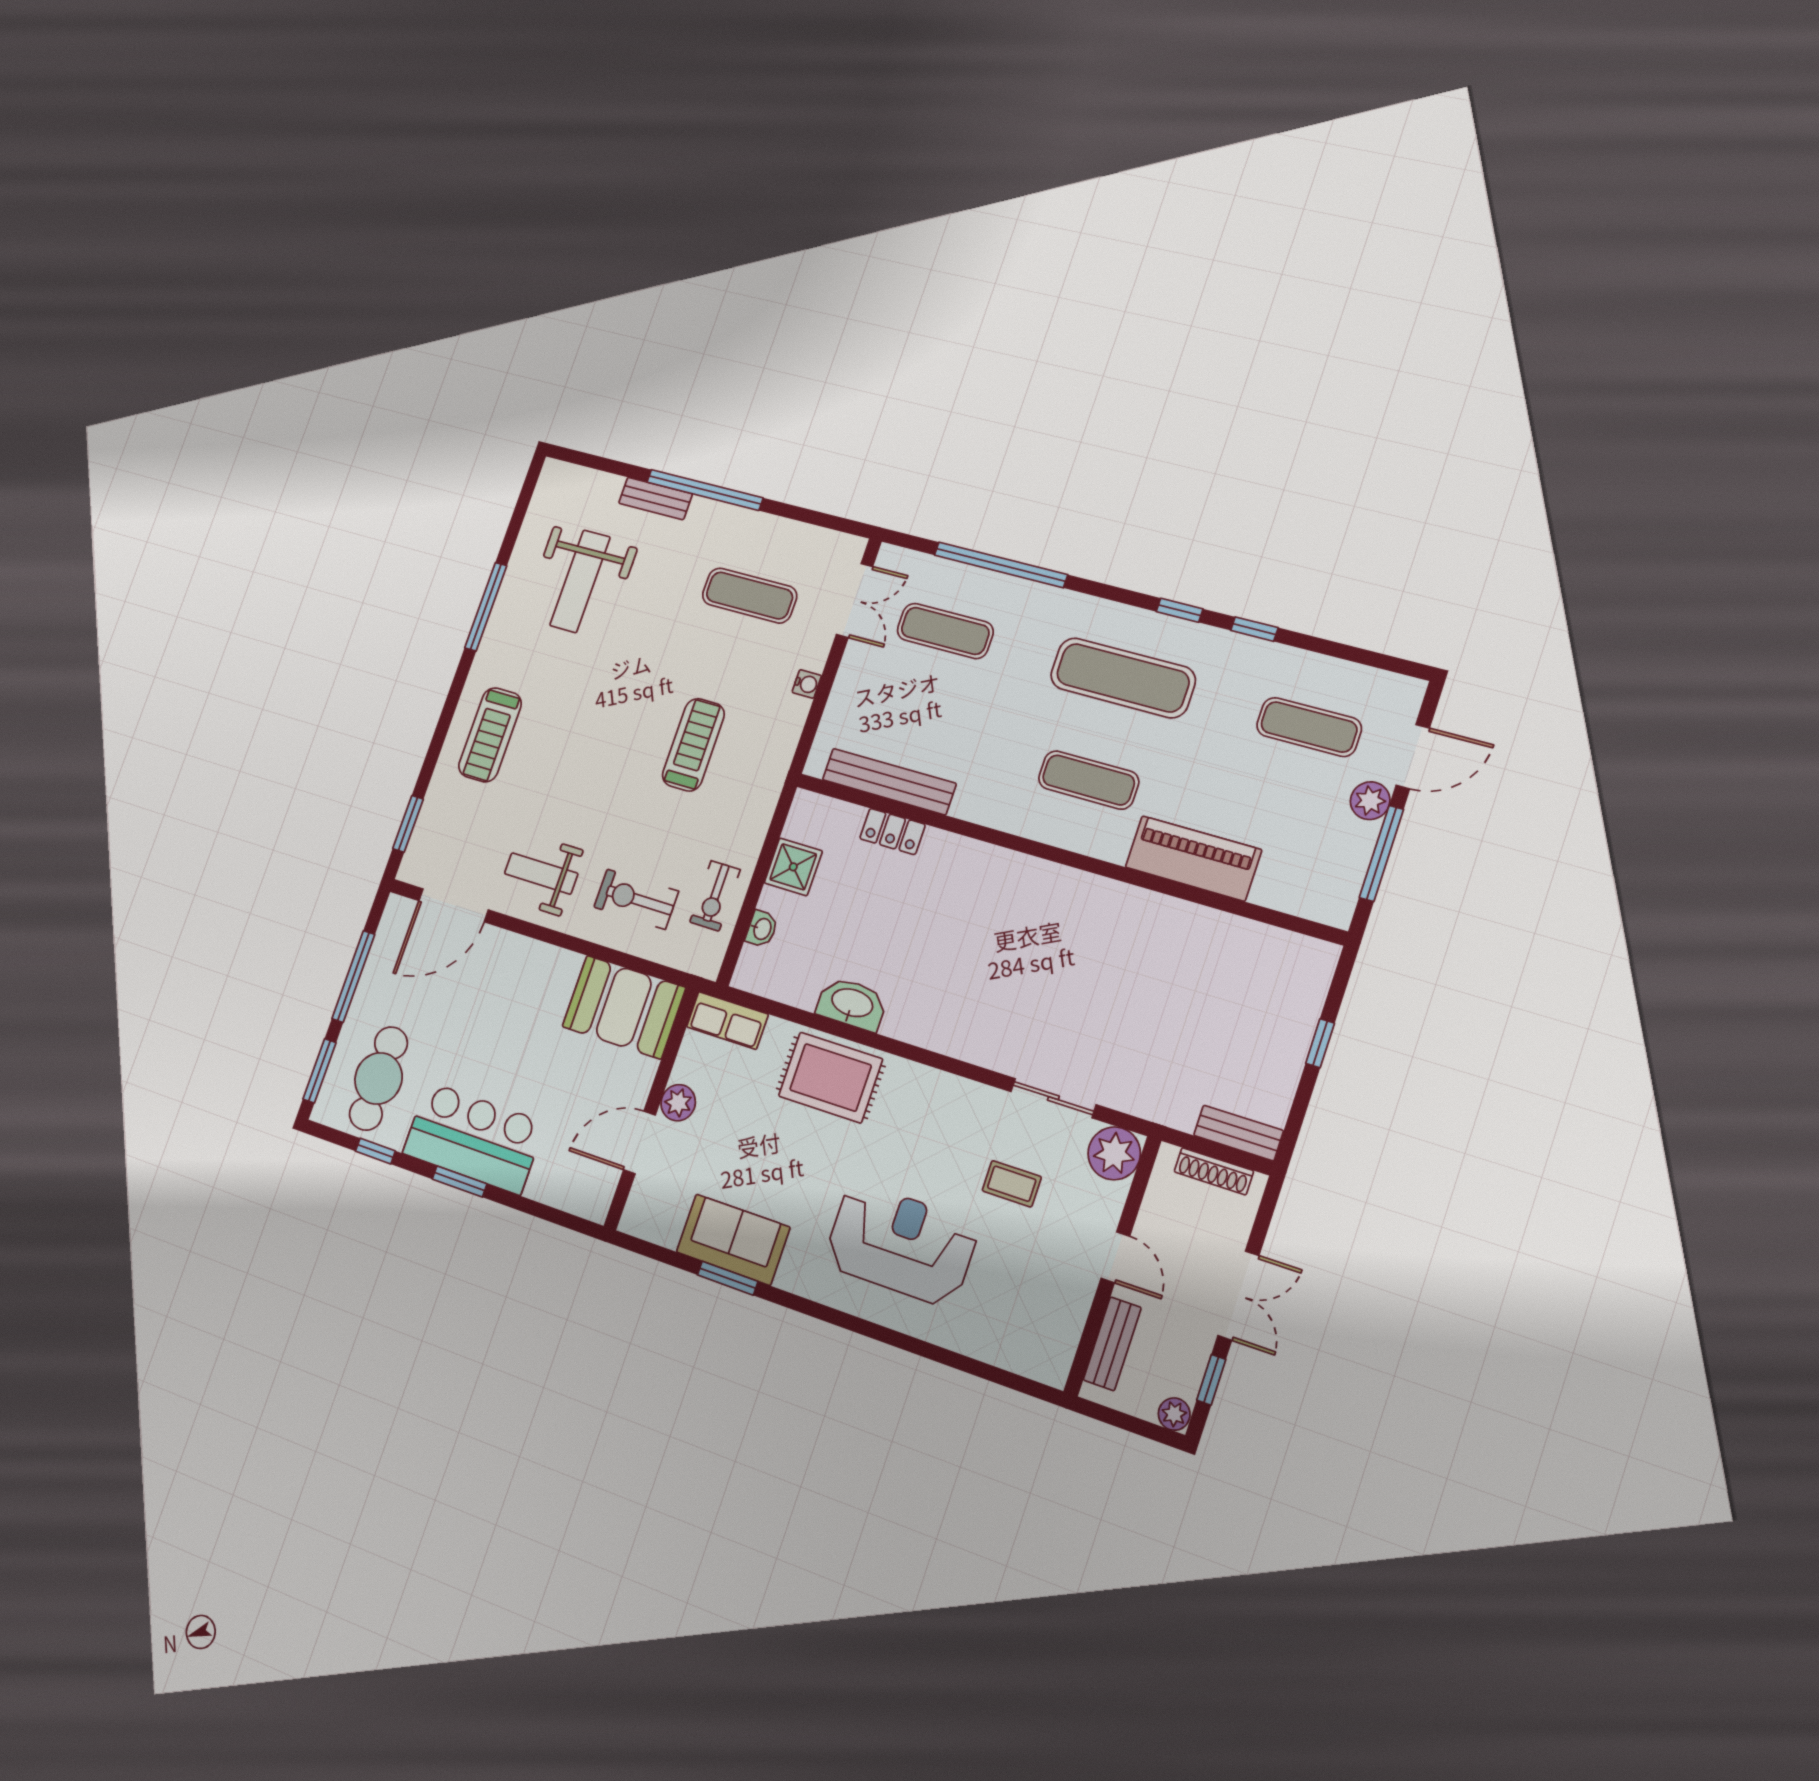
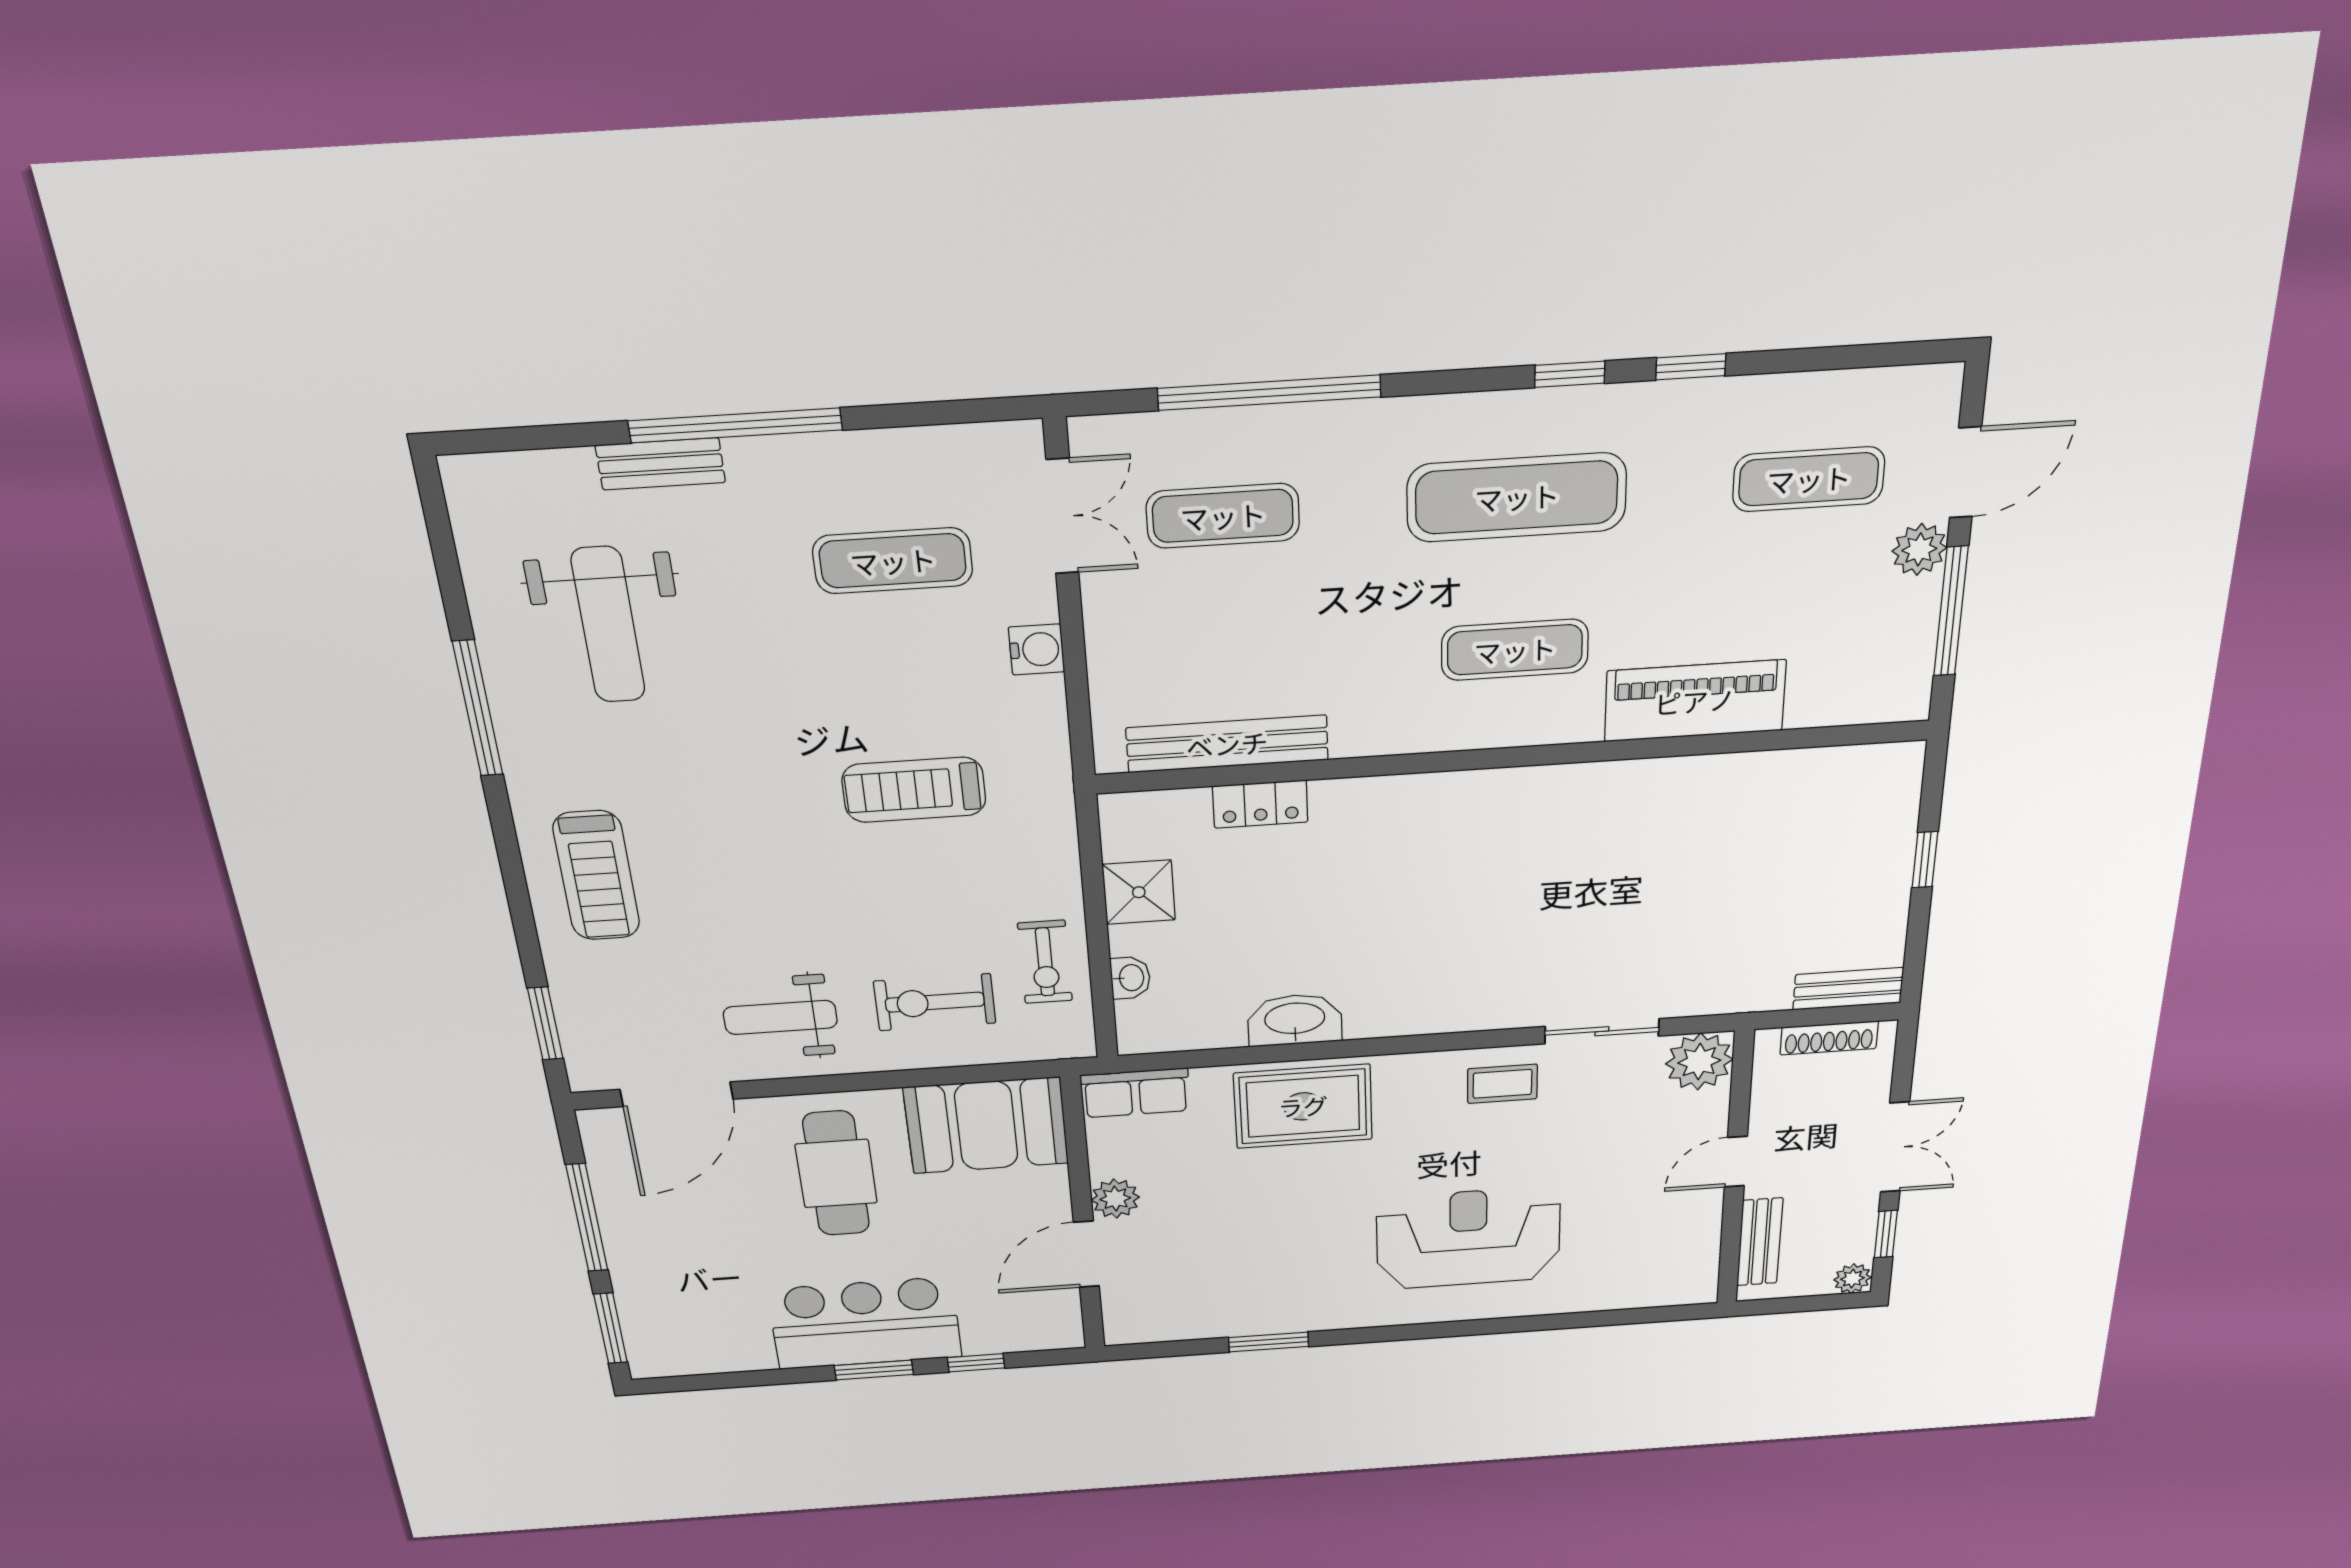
water cooler: (807, 684) -> (1037, 649), width x1.38, depth x1.38
treadmill: (693, 745) -> (914, 790), turned -90
cafe table: (378, 1078) -> (836, 1174), moved
window: (375, 1151) -> (976, 1363), moved
coffee table: (1012, 1184) -> (1502, 1084), moved
sofa: (733, 1240) -> (1257, 1305), removed
door: (1115, 1257) -> (1736, 1162), swing flipped

